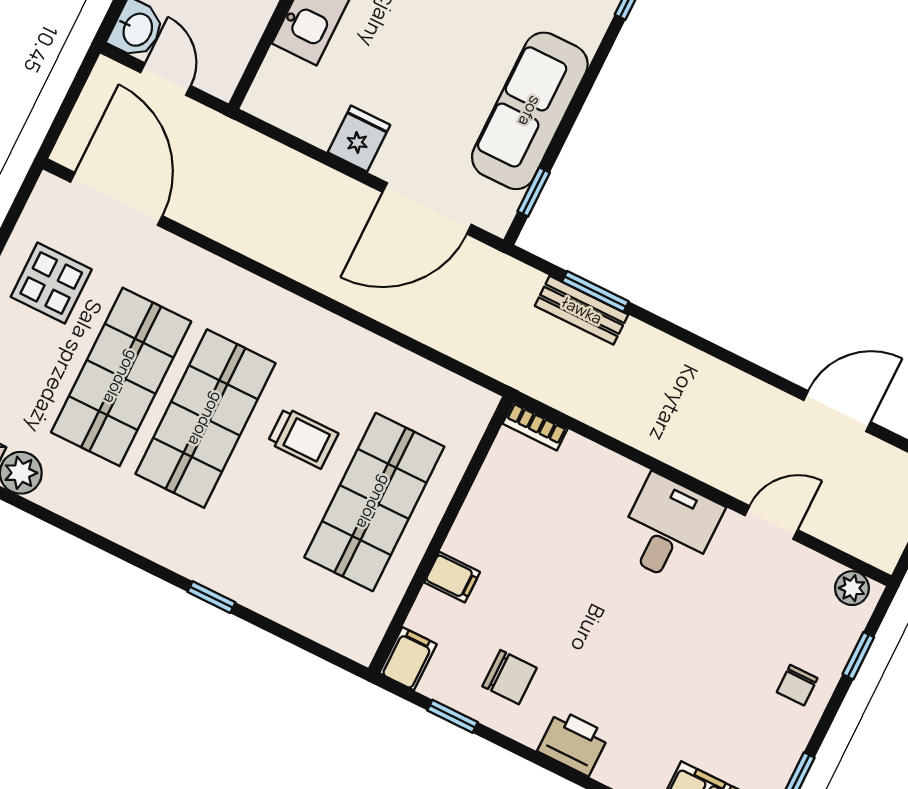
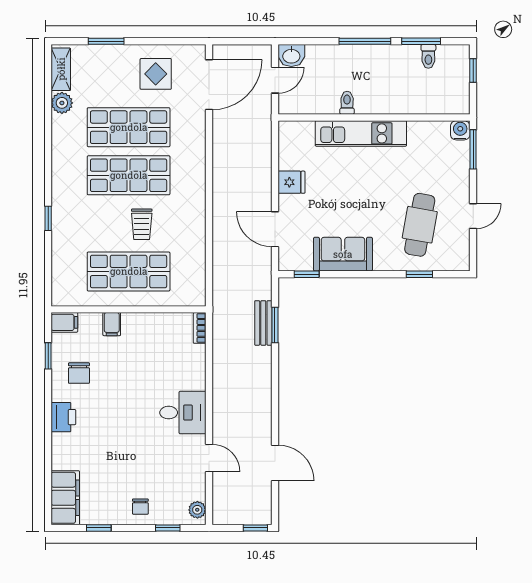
sofa: (530, 111) -> (343, 254), width x0.73
door: (427, 208) -> (275, 229), width x0.73
chair: (797, 685) -> (140, 507), turned -90

